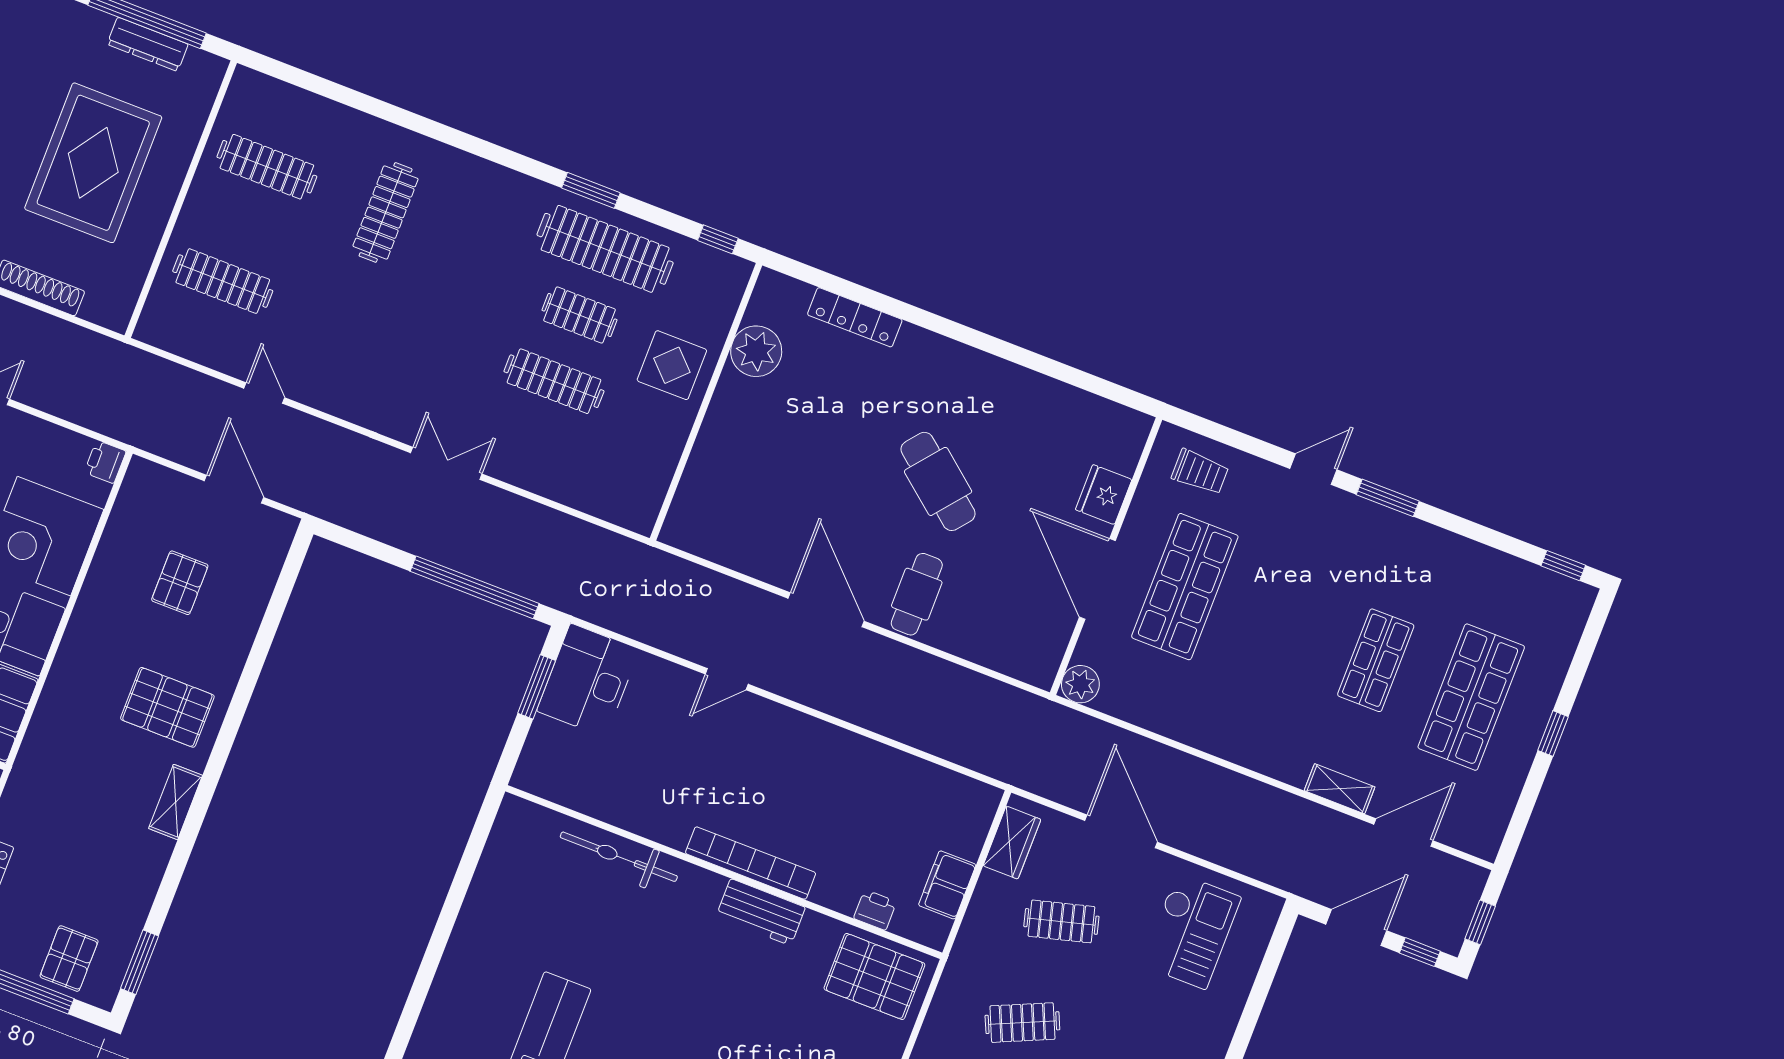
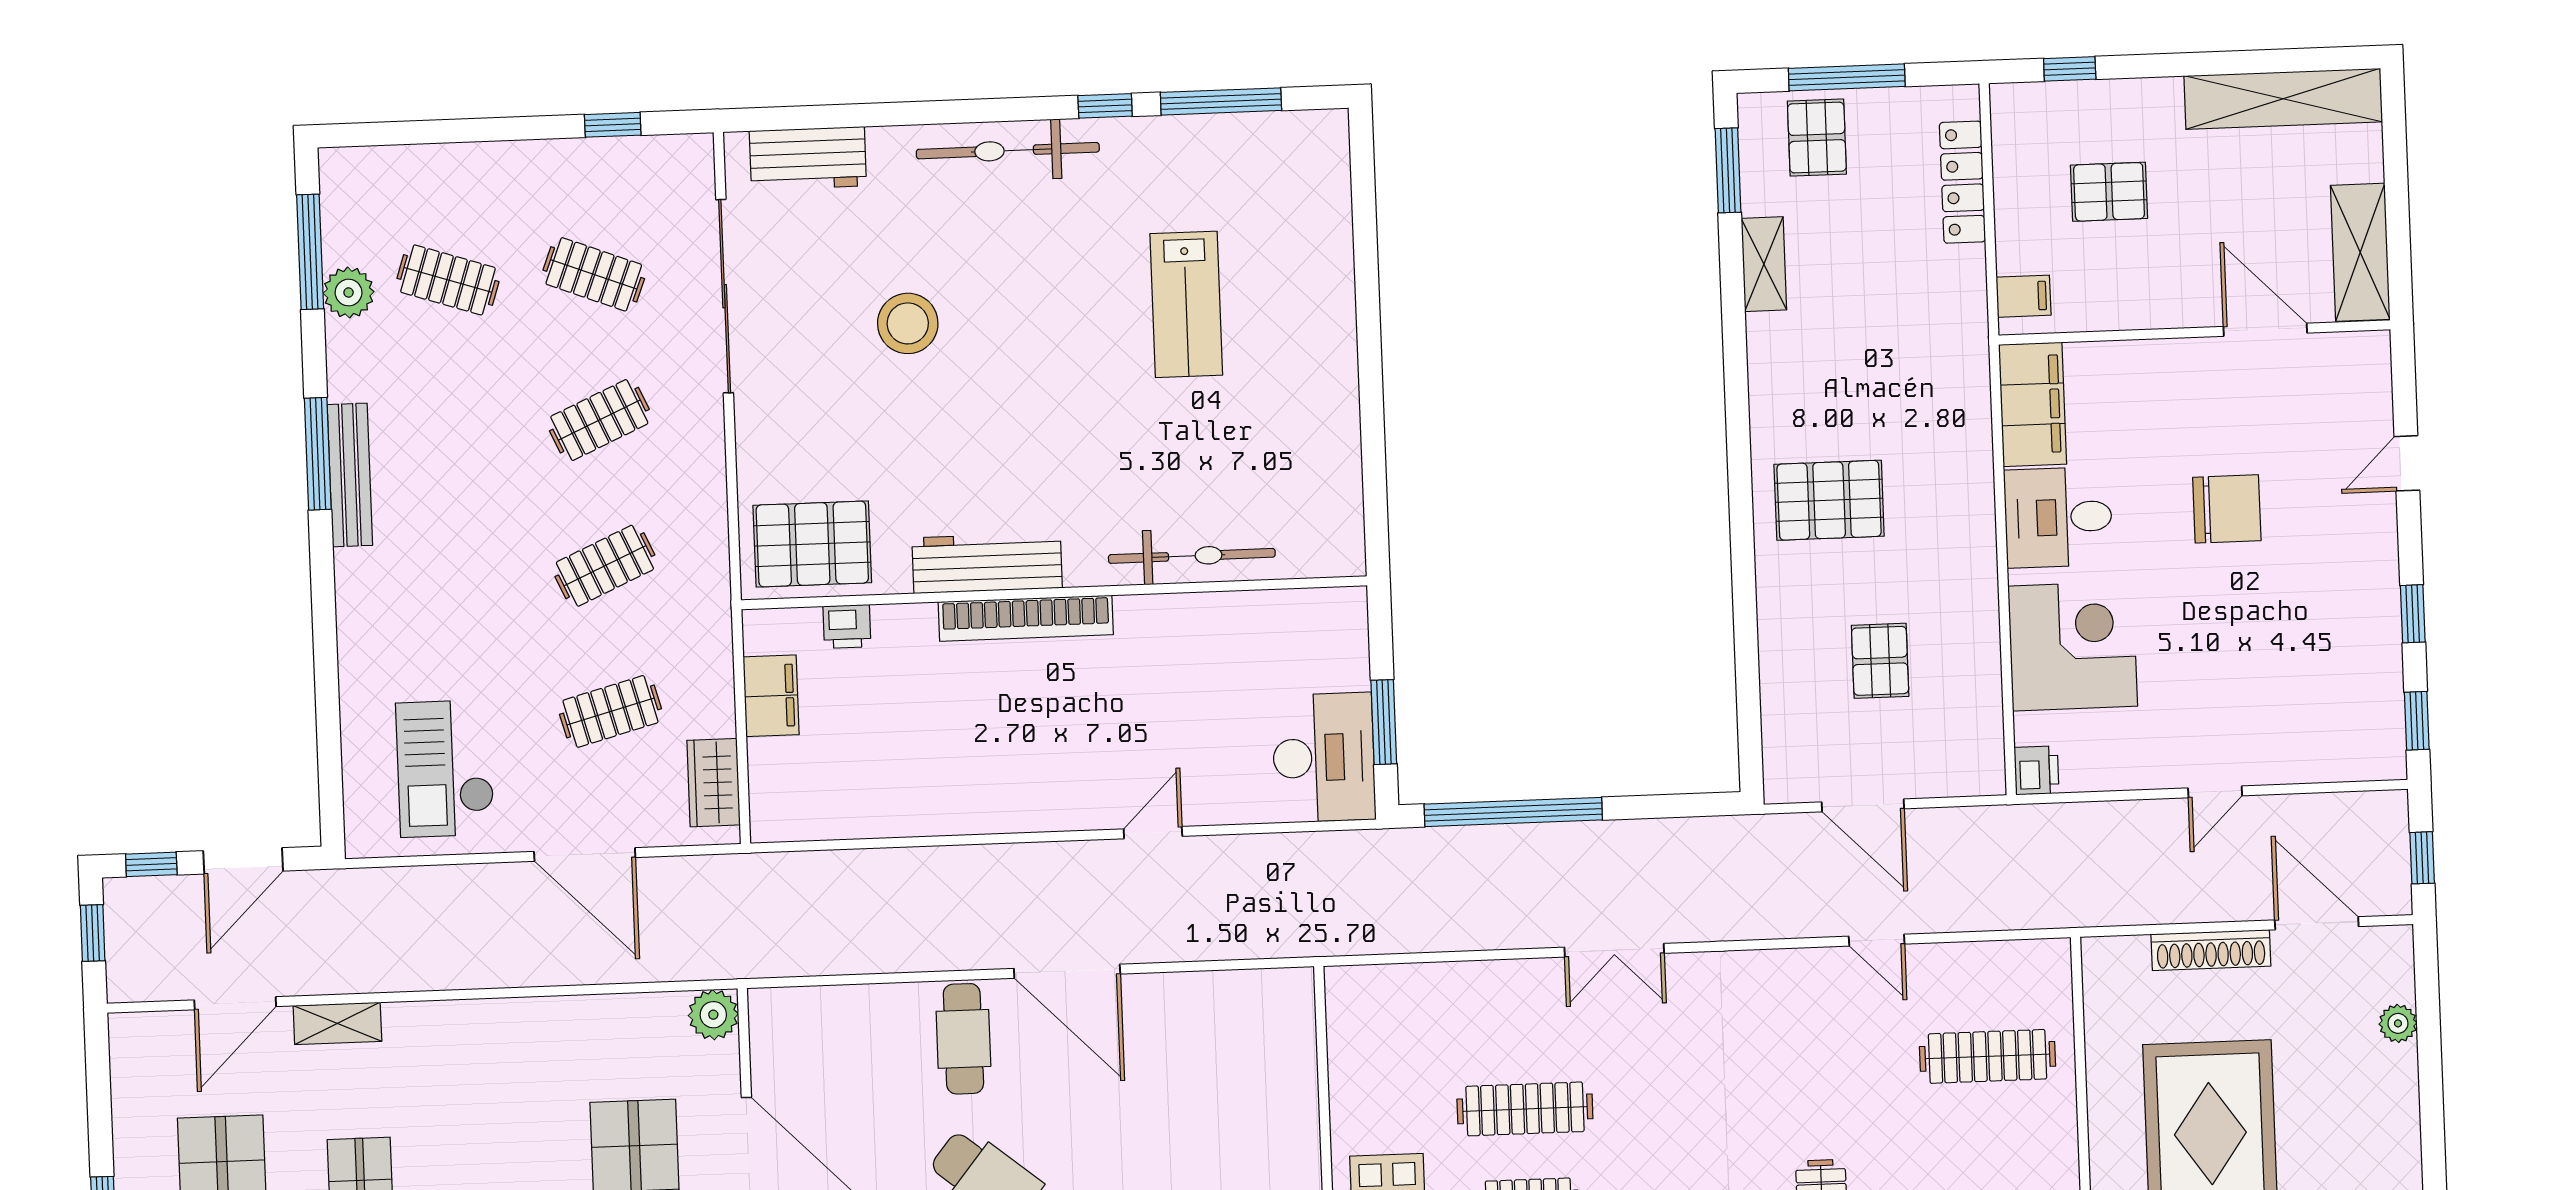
shelving: (176, 802) -> (1764, 264), moved
workbench: (761, 912) -> (987, 563), width x1.38

